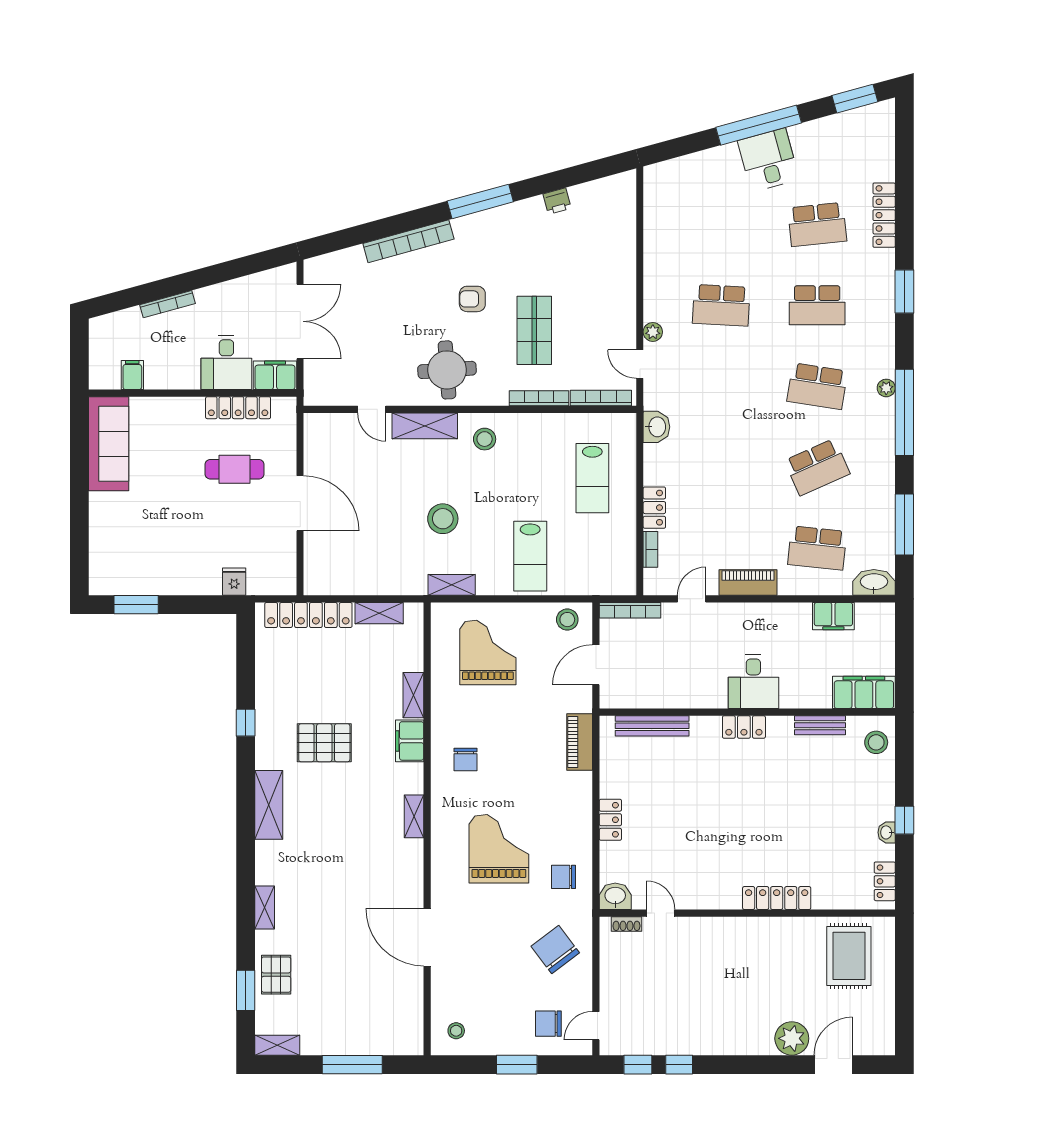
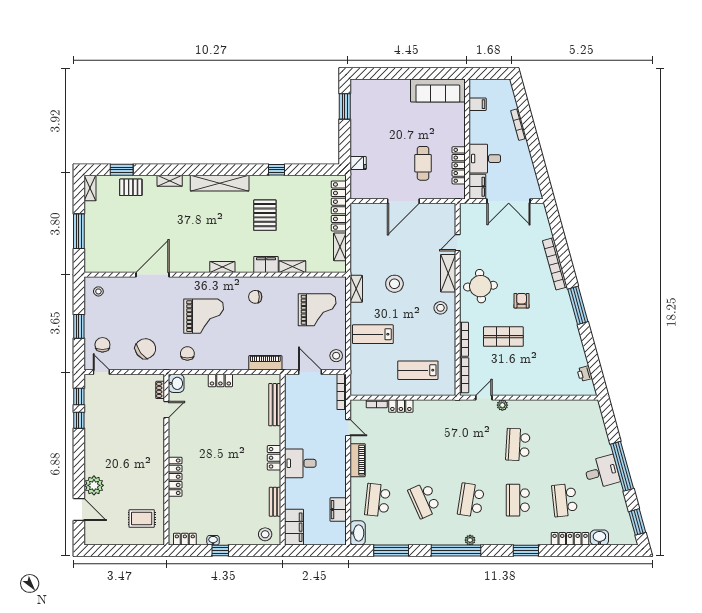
printer: (557, 201) -> (585, 374), moved
washbasin: (656, 427) -> (599, 538), moved, turned 180
shelving: (269, 805) -> (220, 183), width x1.47
rug: (849, 956) -> (142, 519), width x0.73, depth x0.70

